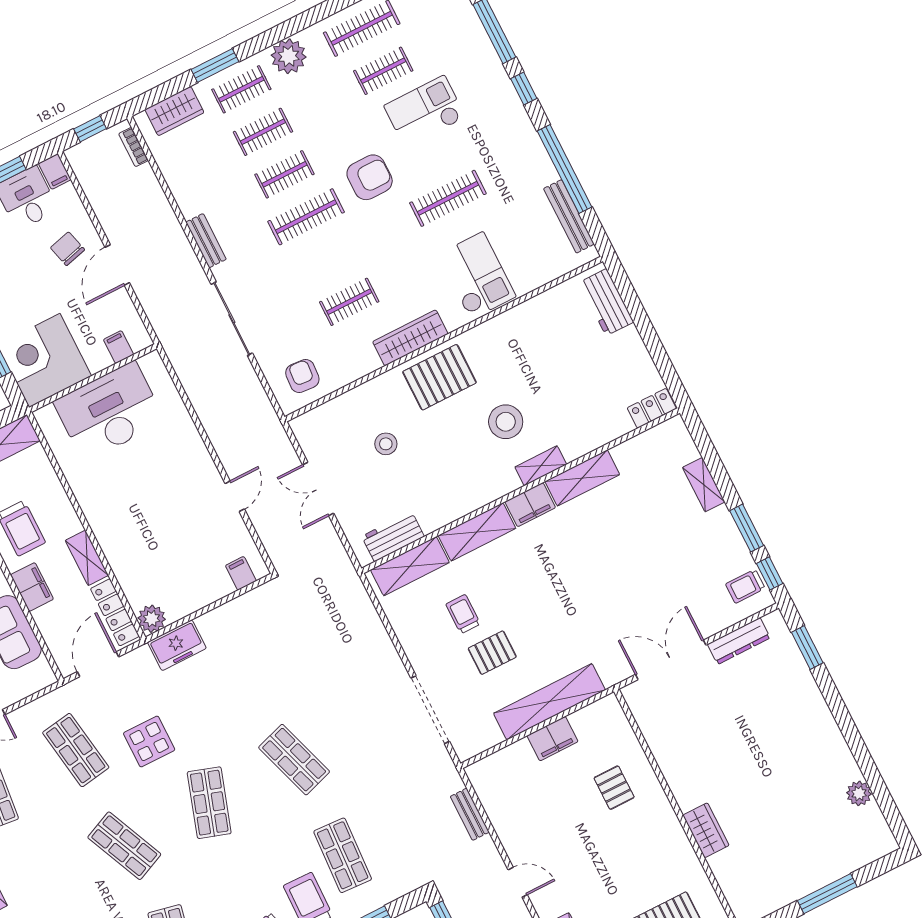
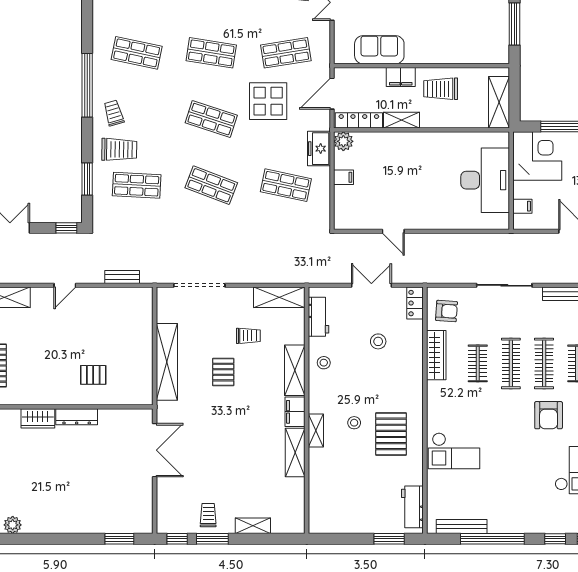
clothes rail: (448, 198) -> (511, 363), moved
window: (632, 301) -> (389, 539), added
workbench: (606, 302) -> (412, 507), moved, turned -90
wardrobe: (410, 338) -> (436, 355), moved
pallet: (439, 377) -> (391, 434), moved
locker: (652, 408) -> (415, 303), moved, turned 180
stool: (506, 422) -> (354, 423), width x0.53, depth x0.53
stool: (448, 500) -> (324, 363), added
shelving: (410, 566) -> (279, 297), moved, turned 90
filing cabinet: (241, 573) -> (344, 177), moved
trolley: (745, 586) -> (208, 515), moved
dresser: (739, 641) -> (77, 417), moved, turned -90
pallet: (492, 653) -> (223, 372), moved
door: (98, 664) -> (332, 94), swing flipped
shop shelf: (246, 664) -> (286, 185), added
filing cabinet: (553, 739) -> (143, 352), removed
display table: (149, 741) -> (268, 101), width x1.36, depth x1.36
shop shelf: (294, 760) -> (211, 185), turned 39
shop shelf: (124, 846) -> (211, 53), turned 33

